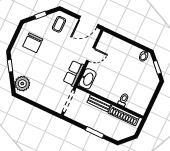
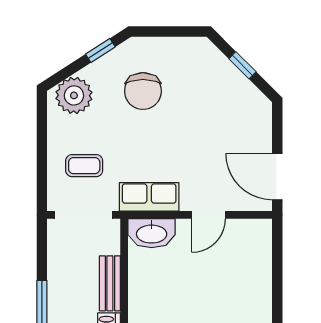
coffee table: (59, 24) -> (84, 166), moved
chair: (33, 43) -> (143, 91), moved, turned -90
door: (91, 54) -> (208, 215), hinge flipped

